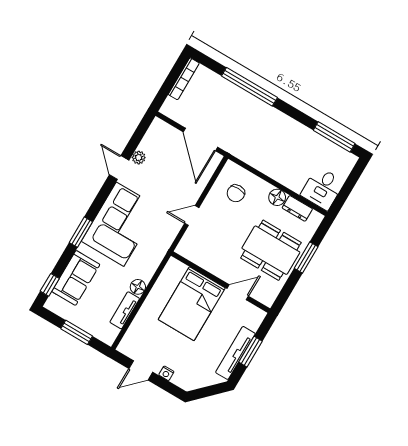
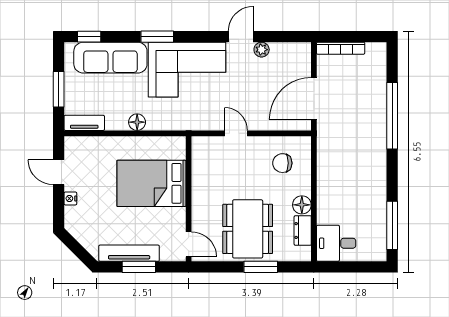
bookcase: (184, 79) -> (341, 48), moved
sofa: (76, 278) -> (110, 58), width x1.36
door: (238, 292) -> (189, 244), moved
tv unit: (125, 310) -> (84, 123), moved

